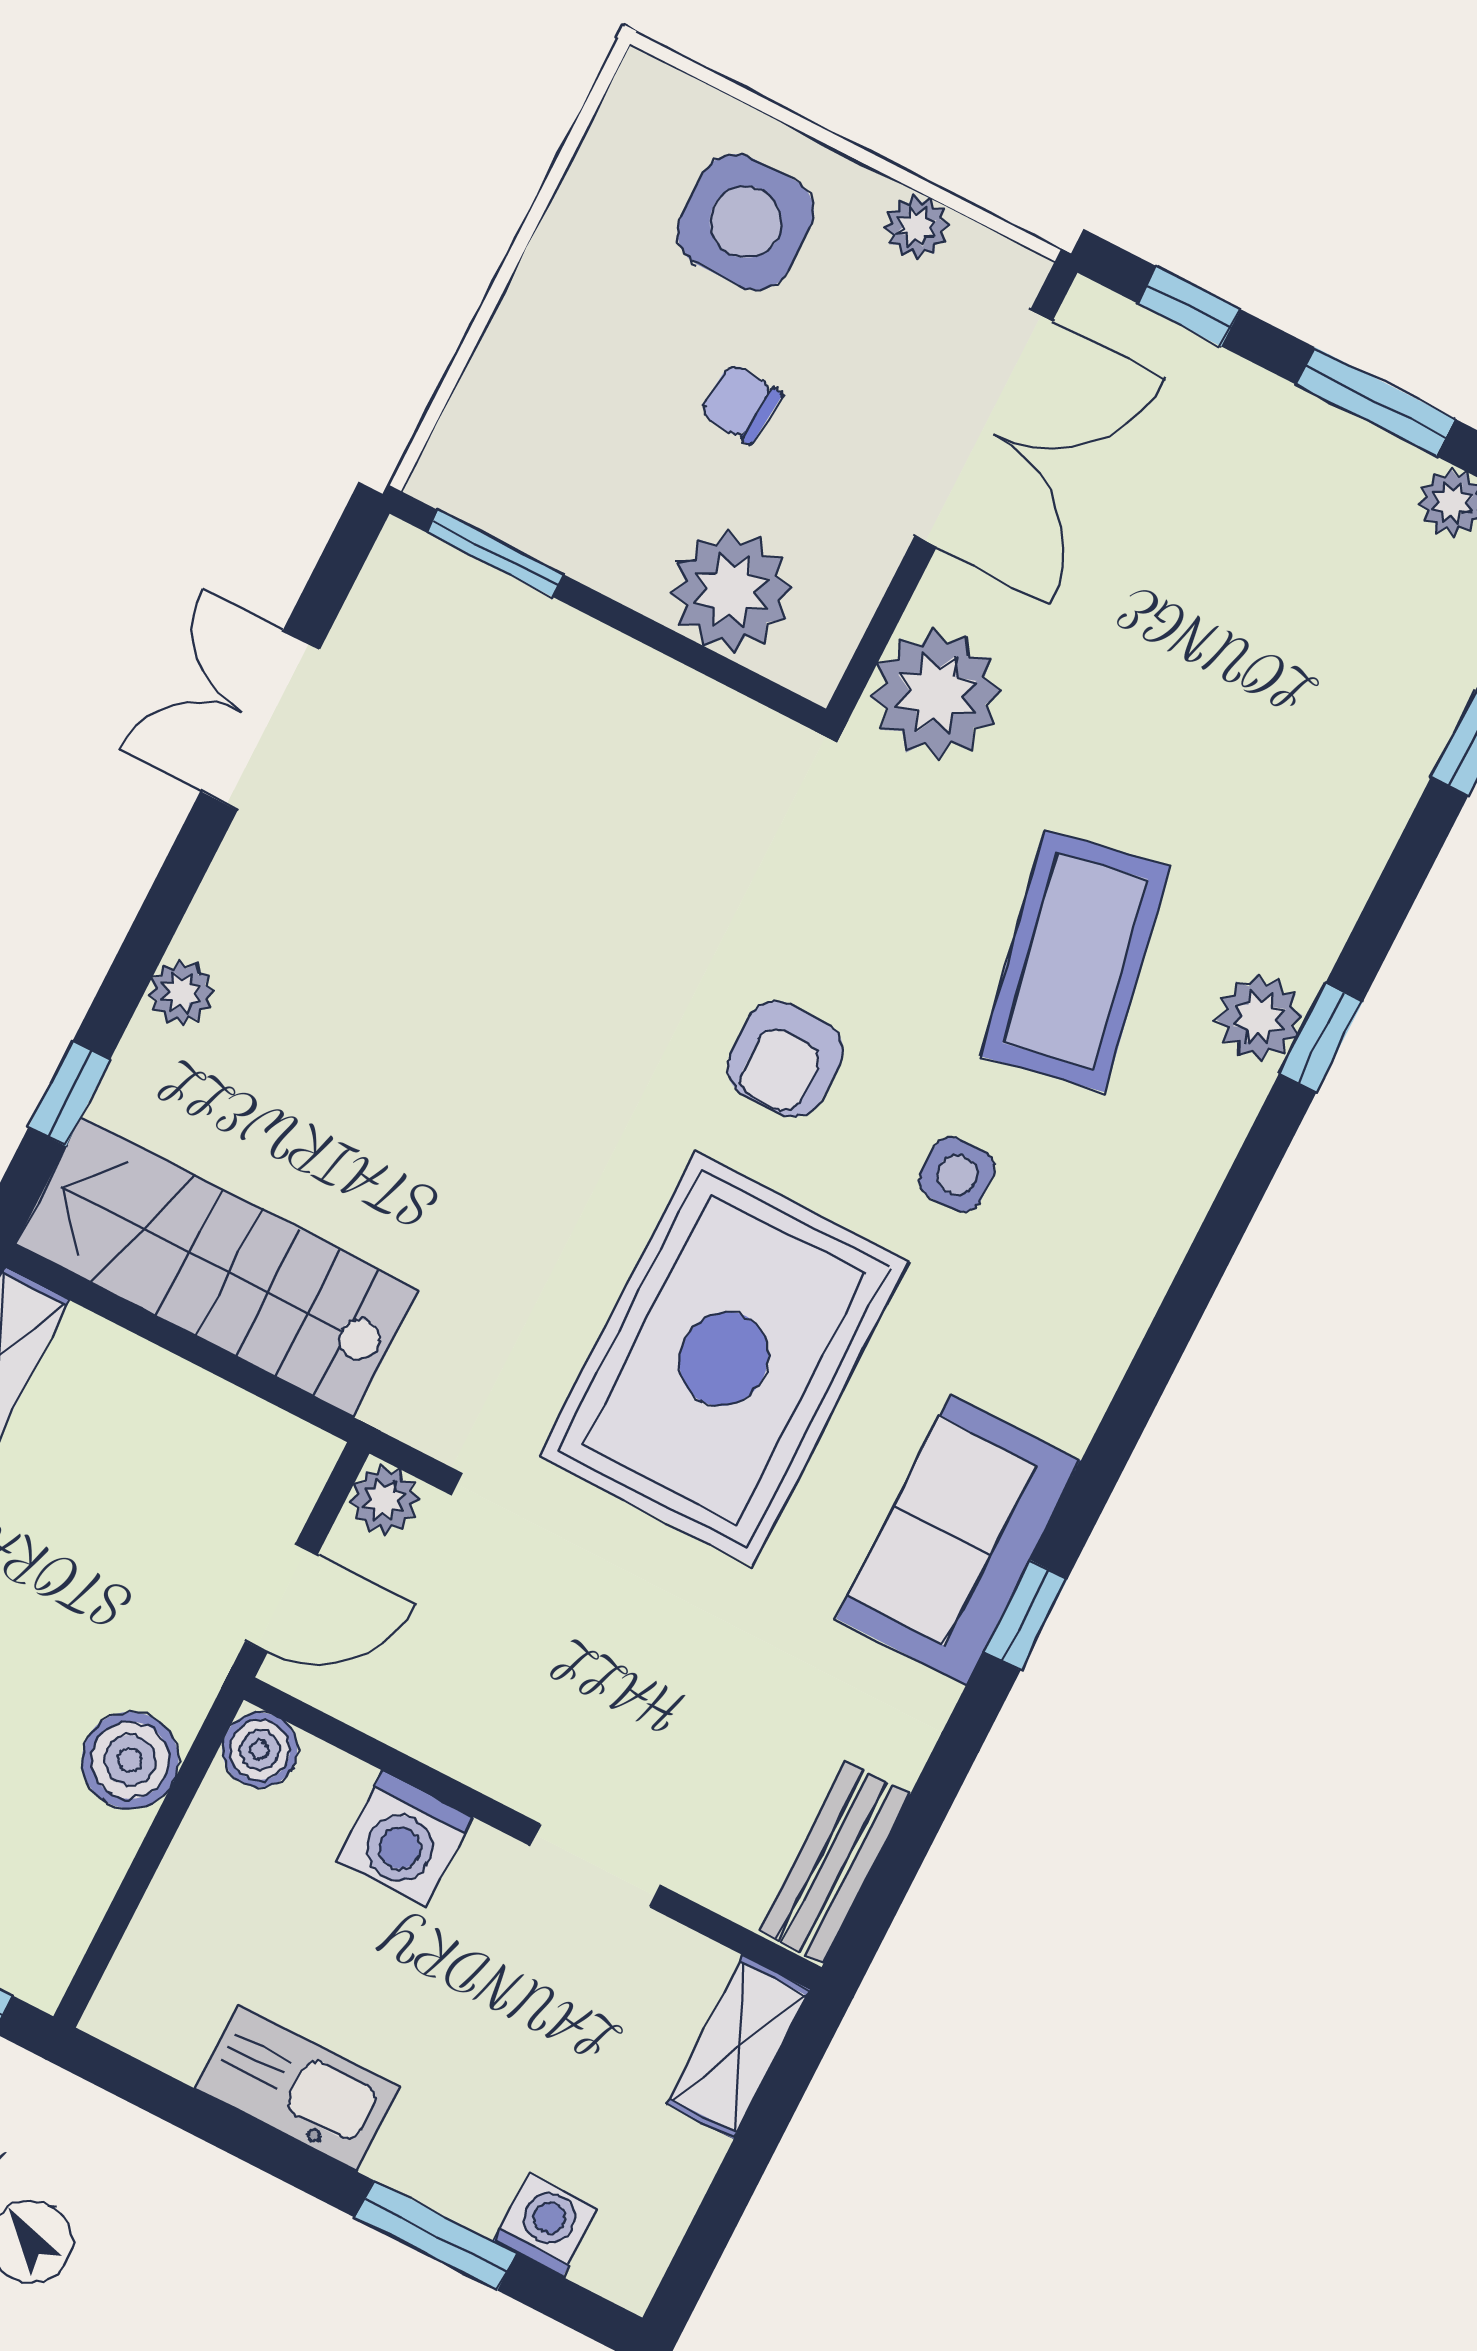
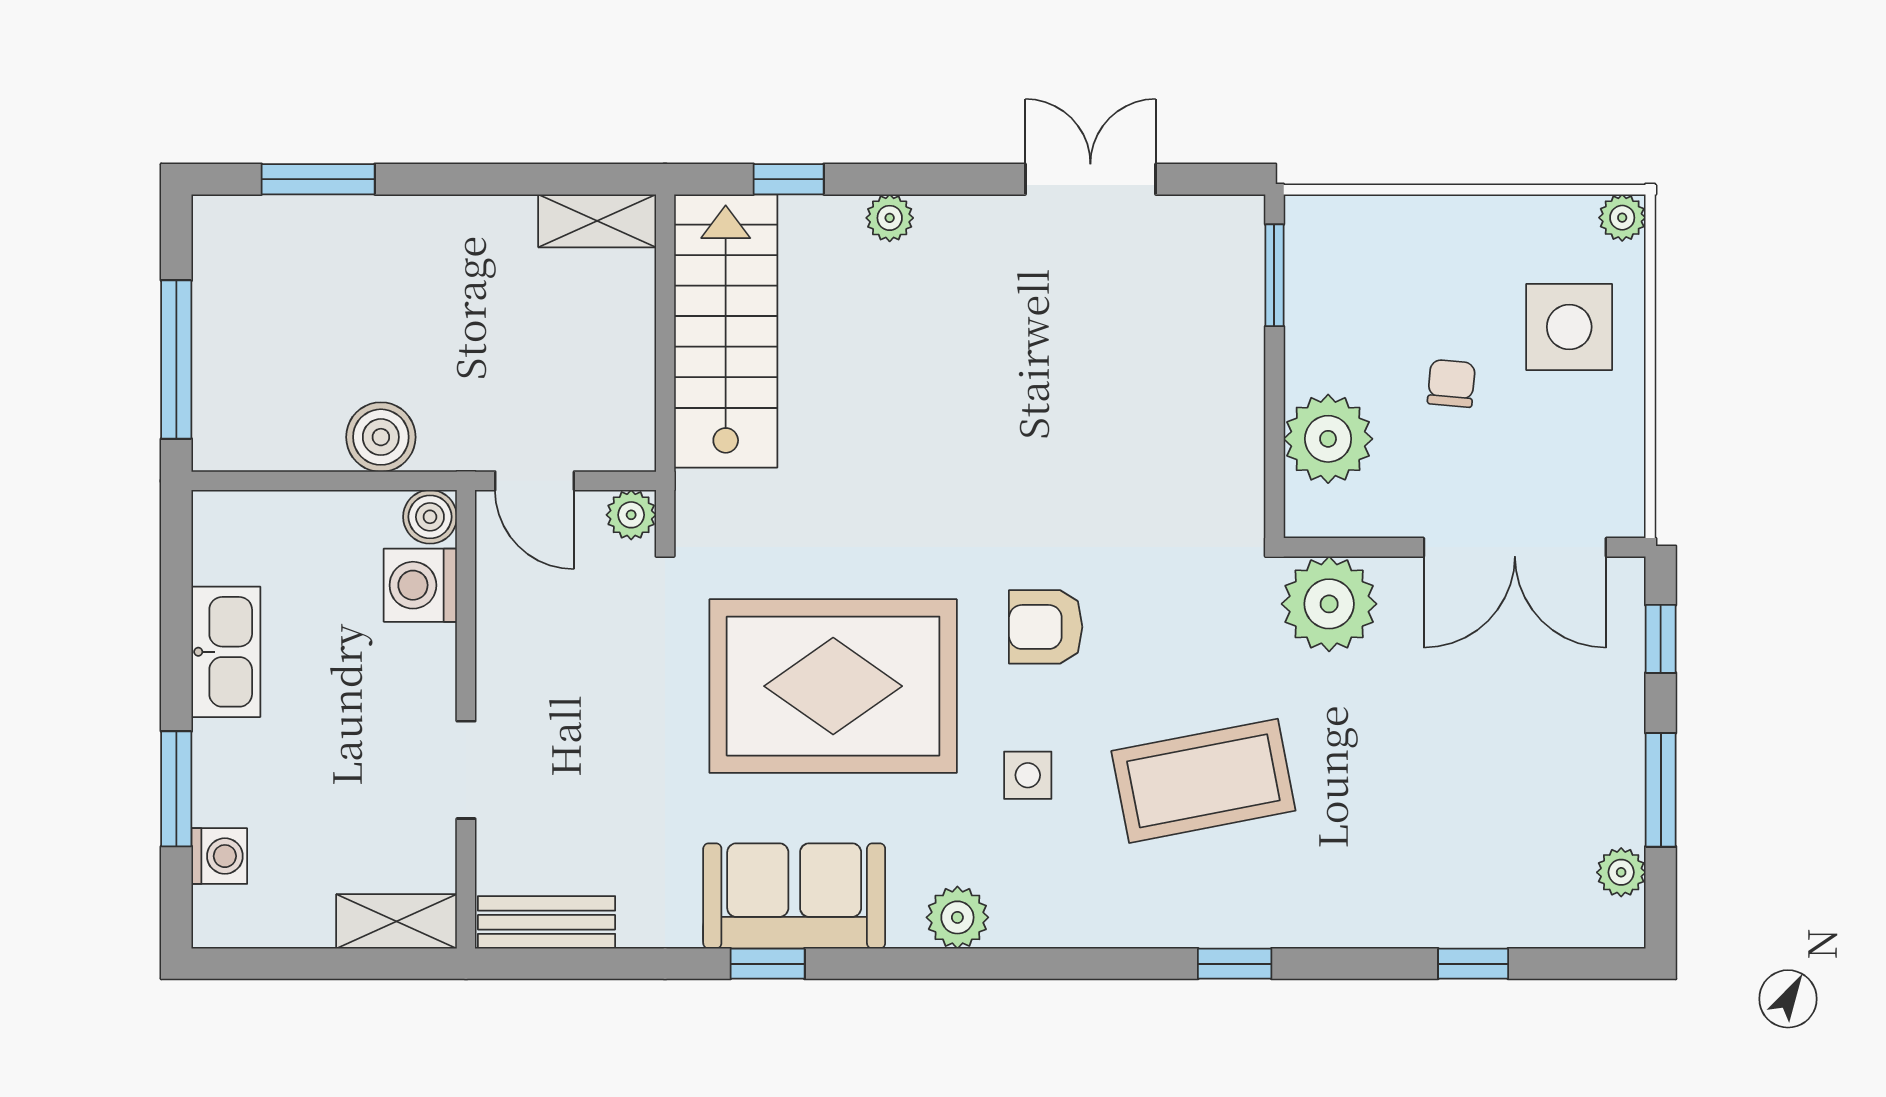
plant: (917, 227) -> (1622, 218), moved
plant: (1259, 1018) -> (957, 917), moved
washing machine: (404, 1839) -> (420, 585), moved

